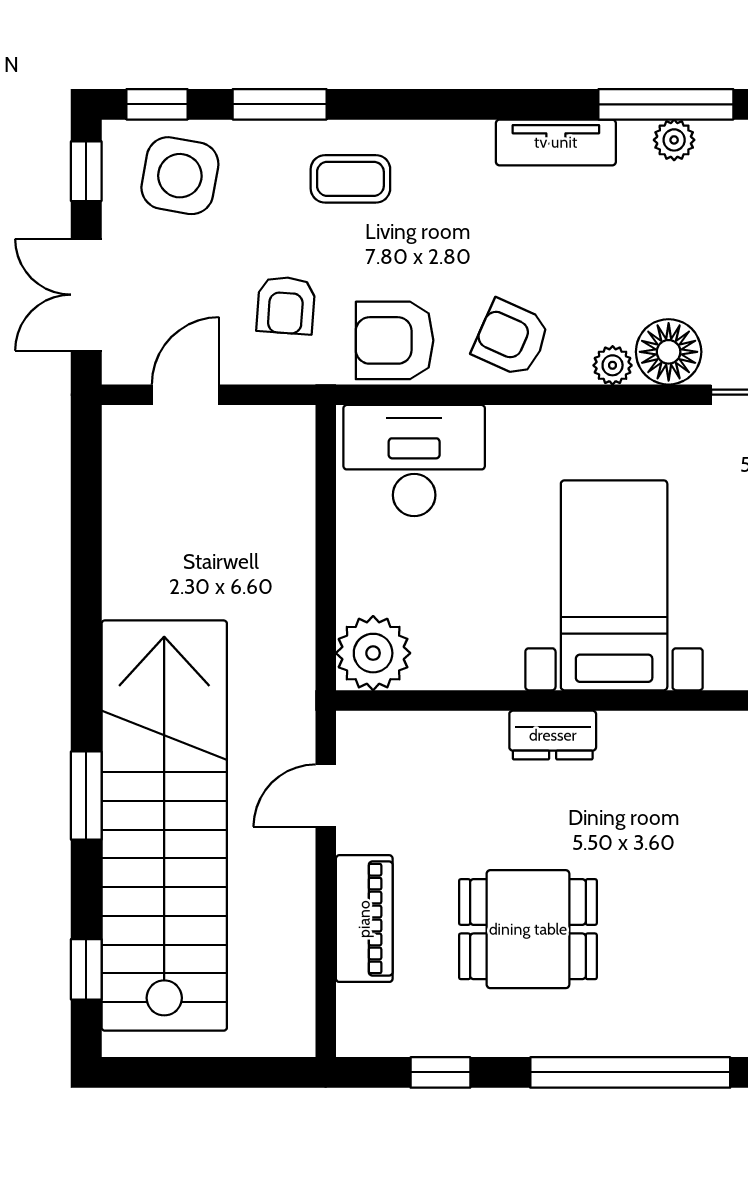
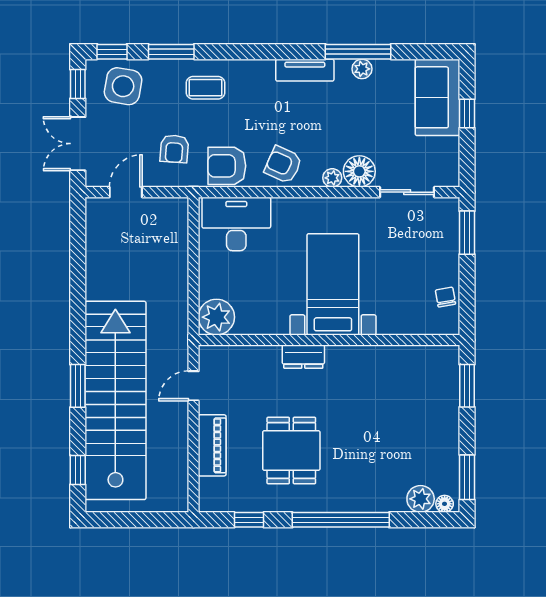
dining table: (528, 929) -> (291, 450), turned 90

